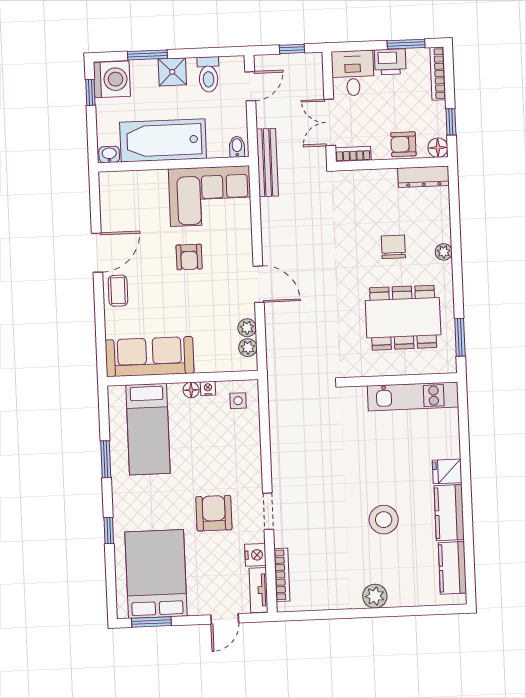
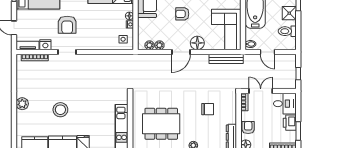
door: (250, 86) -> (268, 52), moved
bench: (267, 163) -> (226, 59), moved
chair: (393, 247) -> (208, 109), moved
floor lamp: (239, 253) -> (197, 43), added
armchair: (189, 257) -> (182, 14), moved
dining table: (403, 318) -> (161, 124), turned 90
armchair: (214, 513) -> (67, 25), turned 90

